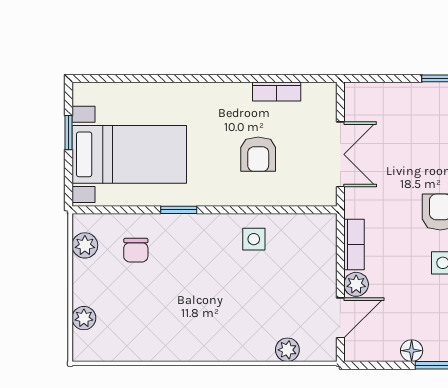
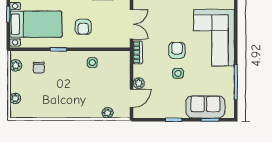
armchair: (258, 154) -> (83, 27), moved
bookcase: (354, 245) -> (138, 52), moved
floor lamp: (412, 351) -> (164, 113), removed

